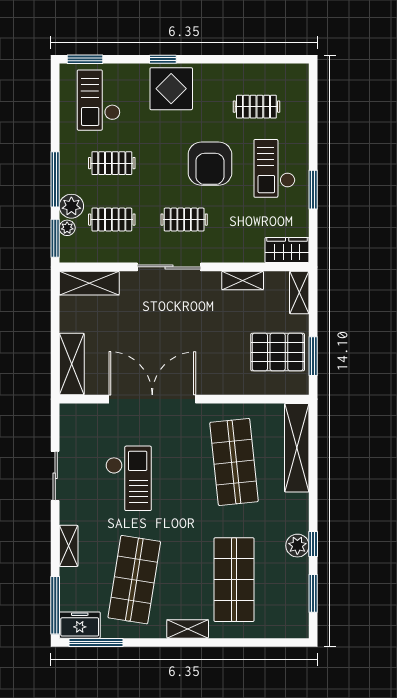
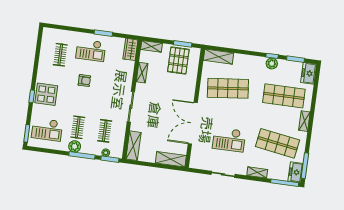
armchair: (210, 164) -> (84, 81), width x0.53, depth x0.53
plant: (71, 206) -> (75, 146), moved
clothes rail: (184, 220) -> (109, 96), removed
shelving: (297, 448) -> (218, 57), width x0.68
checkout: (129, 478) -> (229, 140), turned 180
freezer: (288, 624) -> (309, 73), added

